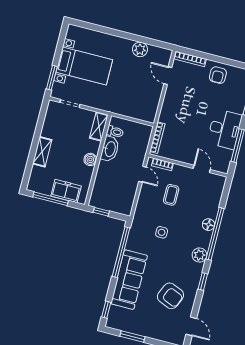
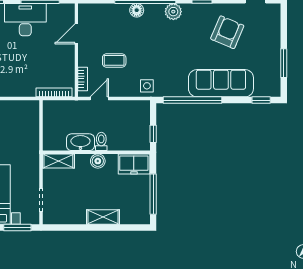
toilet: (115, 132) -> (101, 141), moved
freezer: (66, 191) -> (134, 164), moved, turned -90
side table: (162, 232) -> (147, 86), moved

